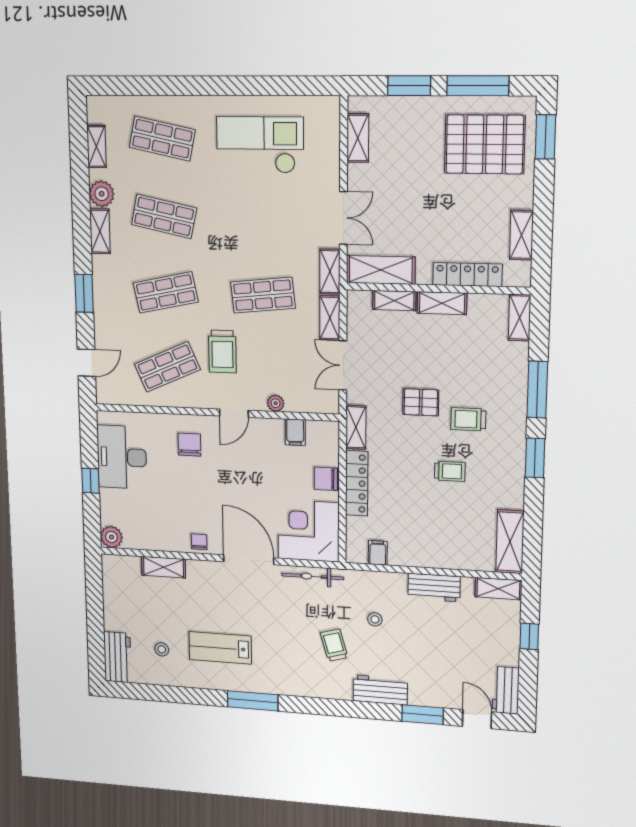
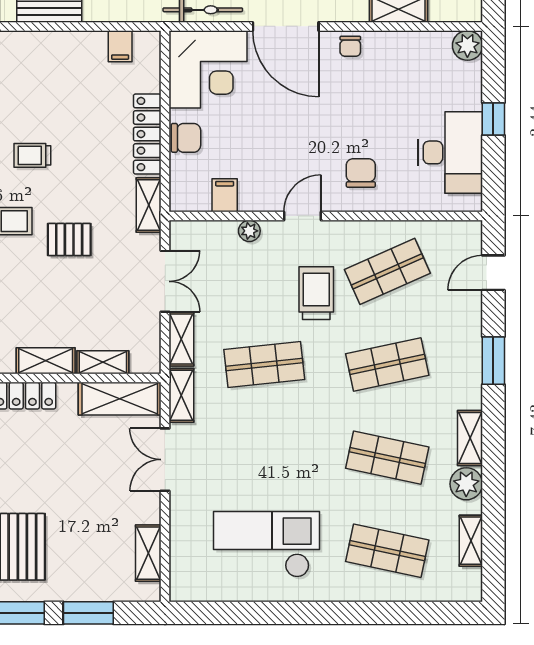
checkout: (260, 145) -> (266, 544), turned 180
chair: (189, 445) -> (361, 173), turned 180

